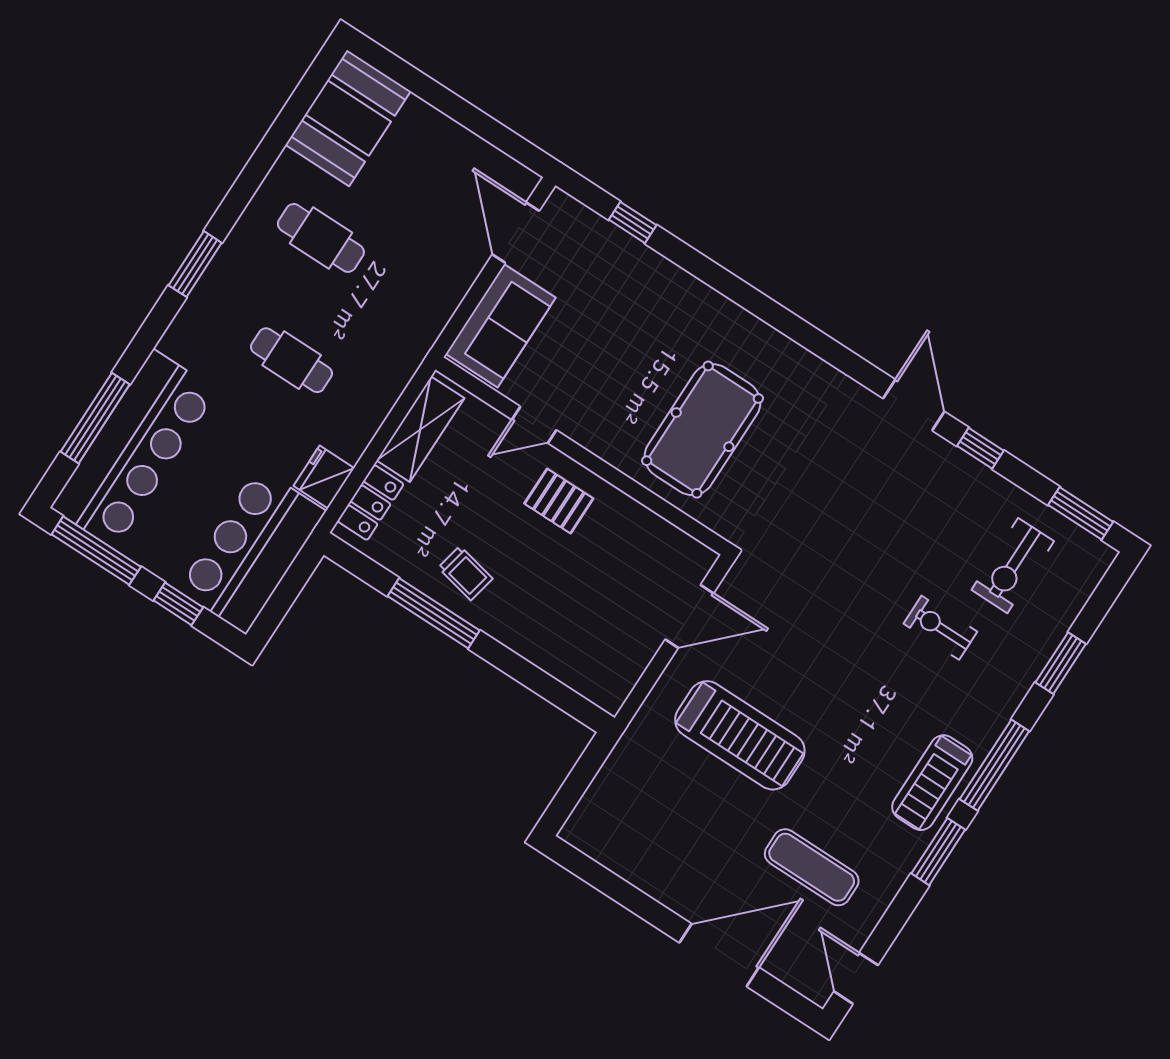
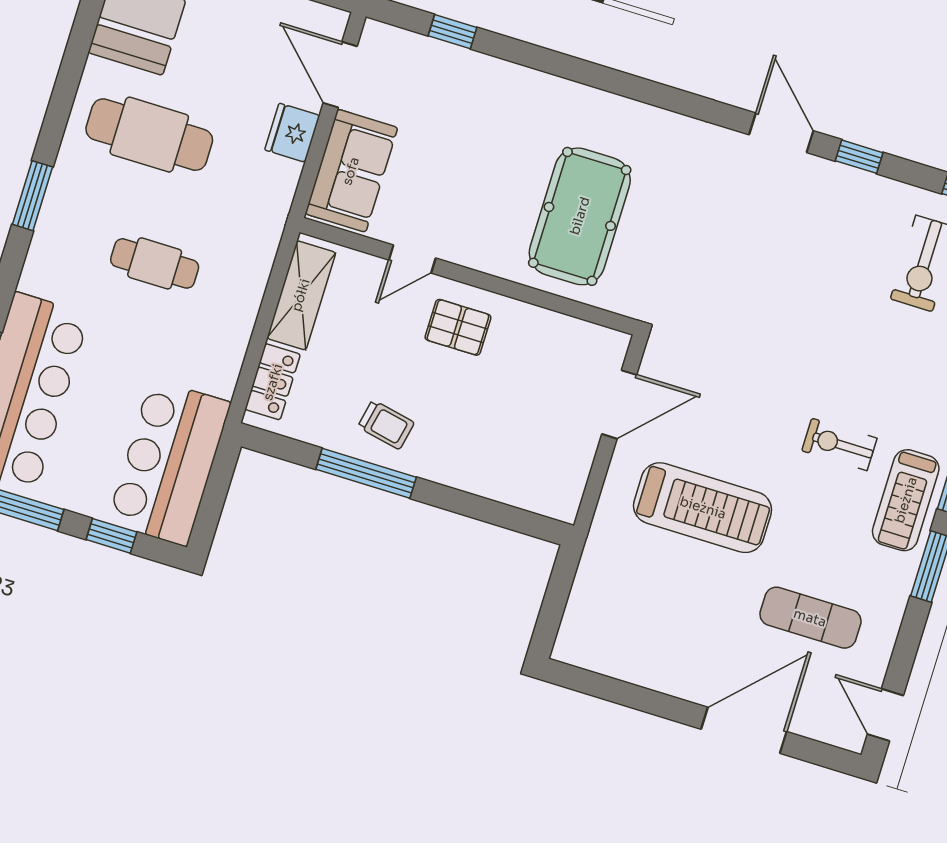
cafe table: (321, 238) -> (149, 135), width x1.37, depth x1.35
fridge: (324, 477) -> (292, 133), moved
exercise bike: (940, 628) -> (839, 444), moved

